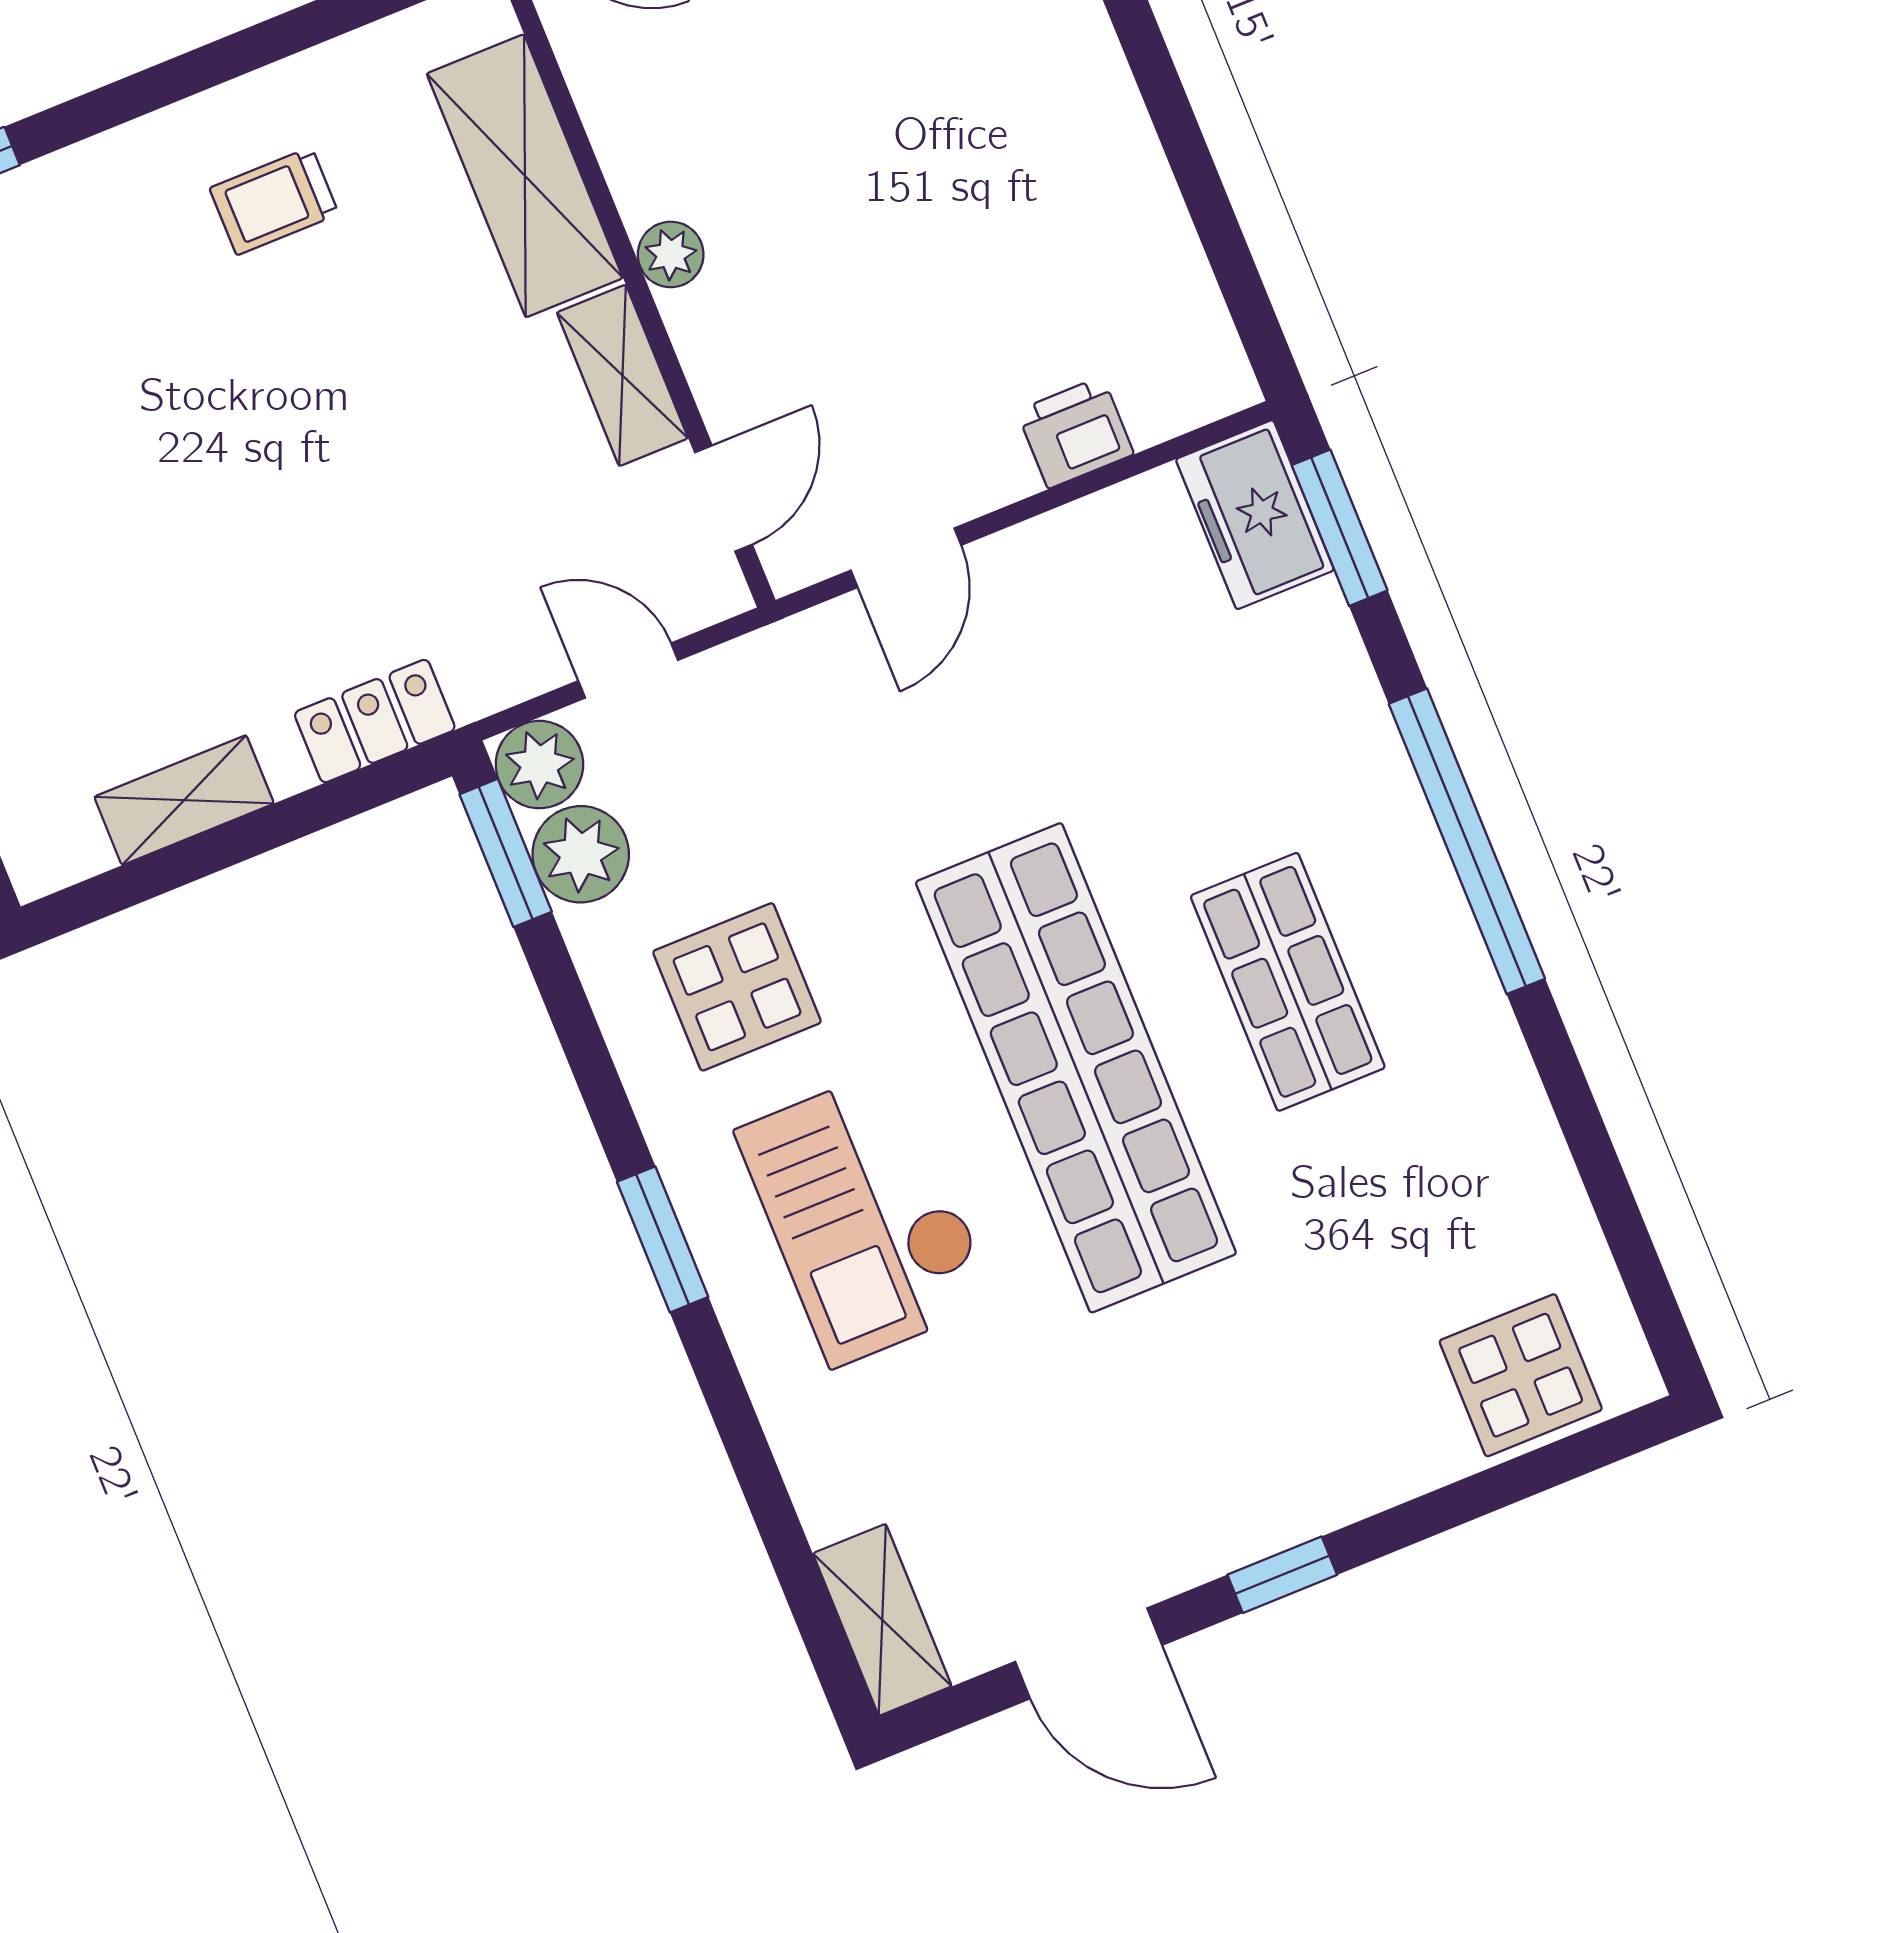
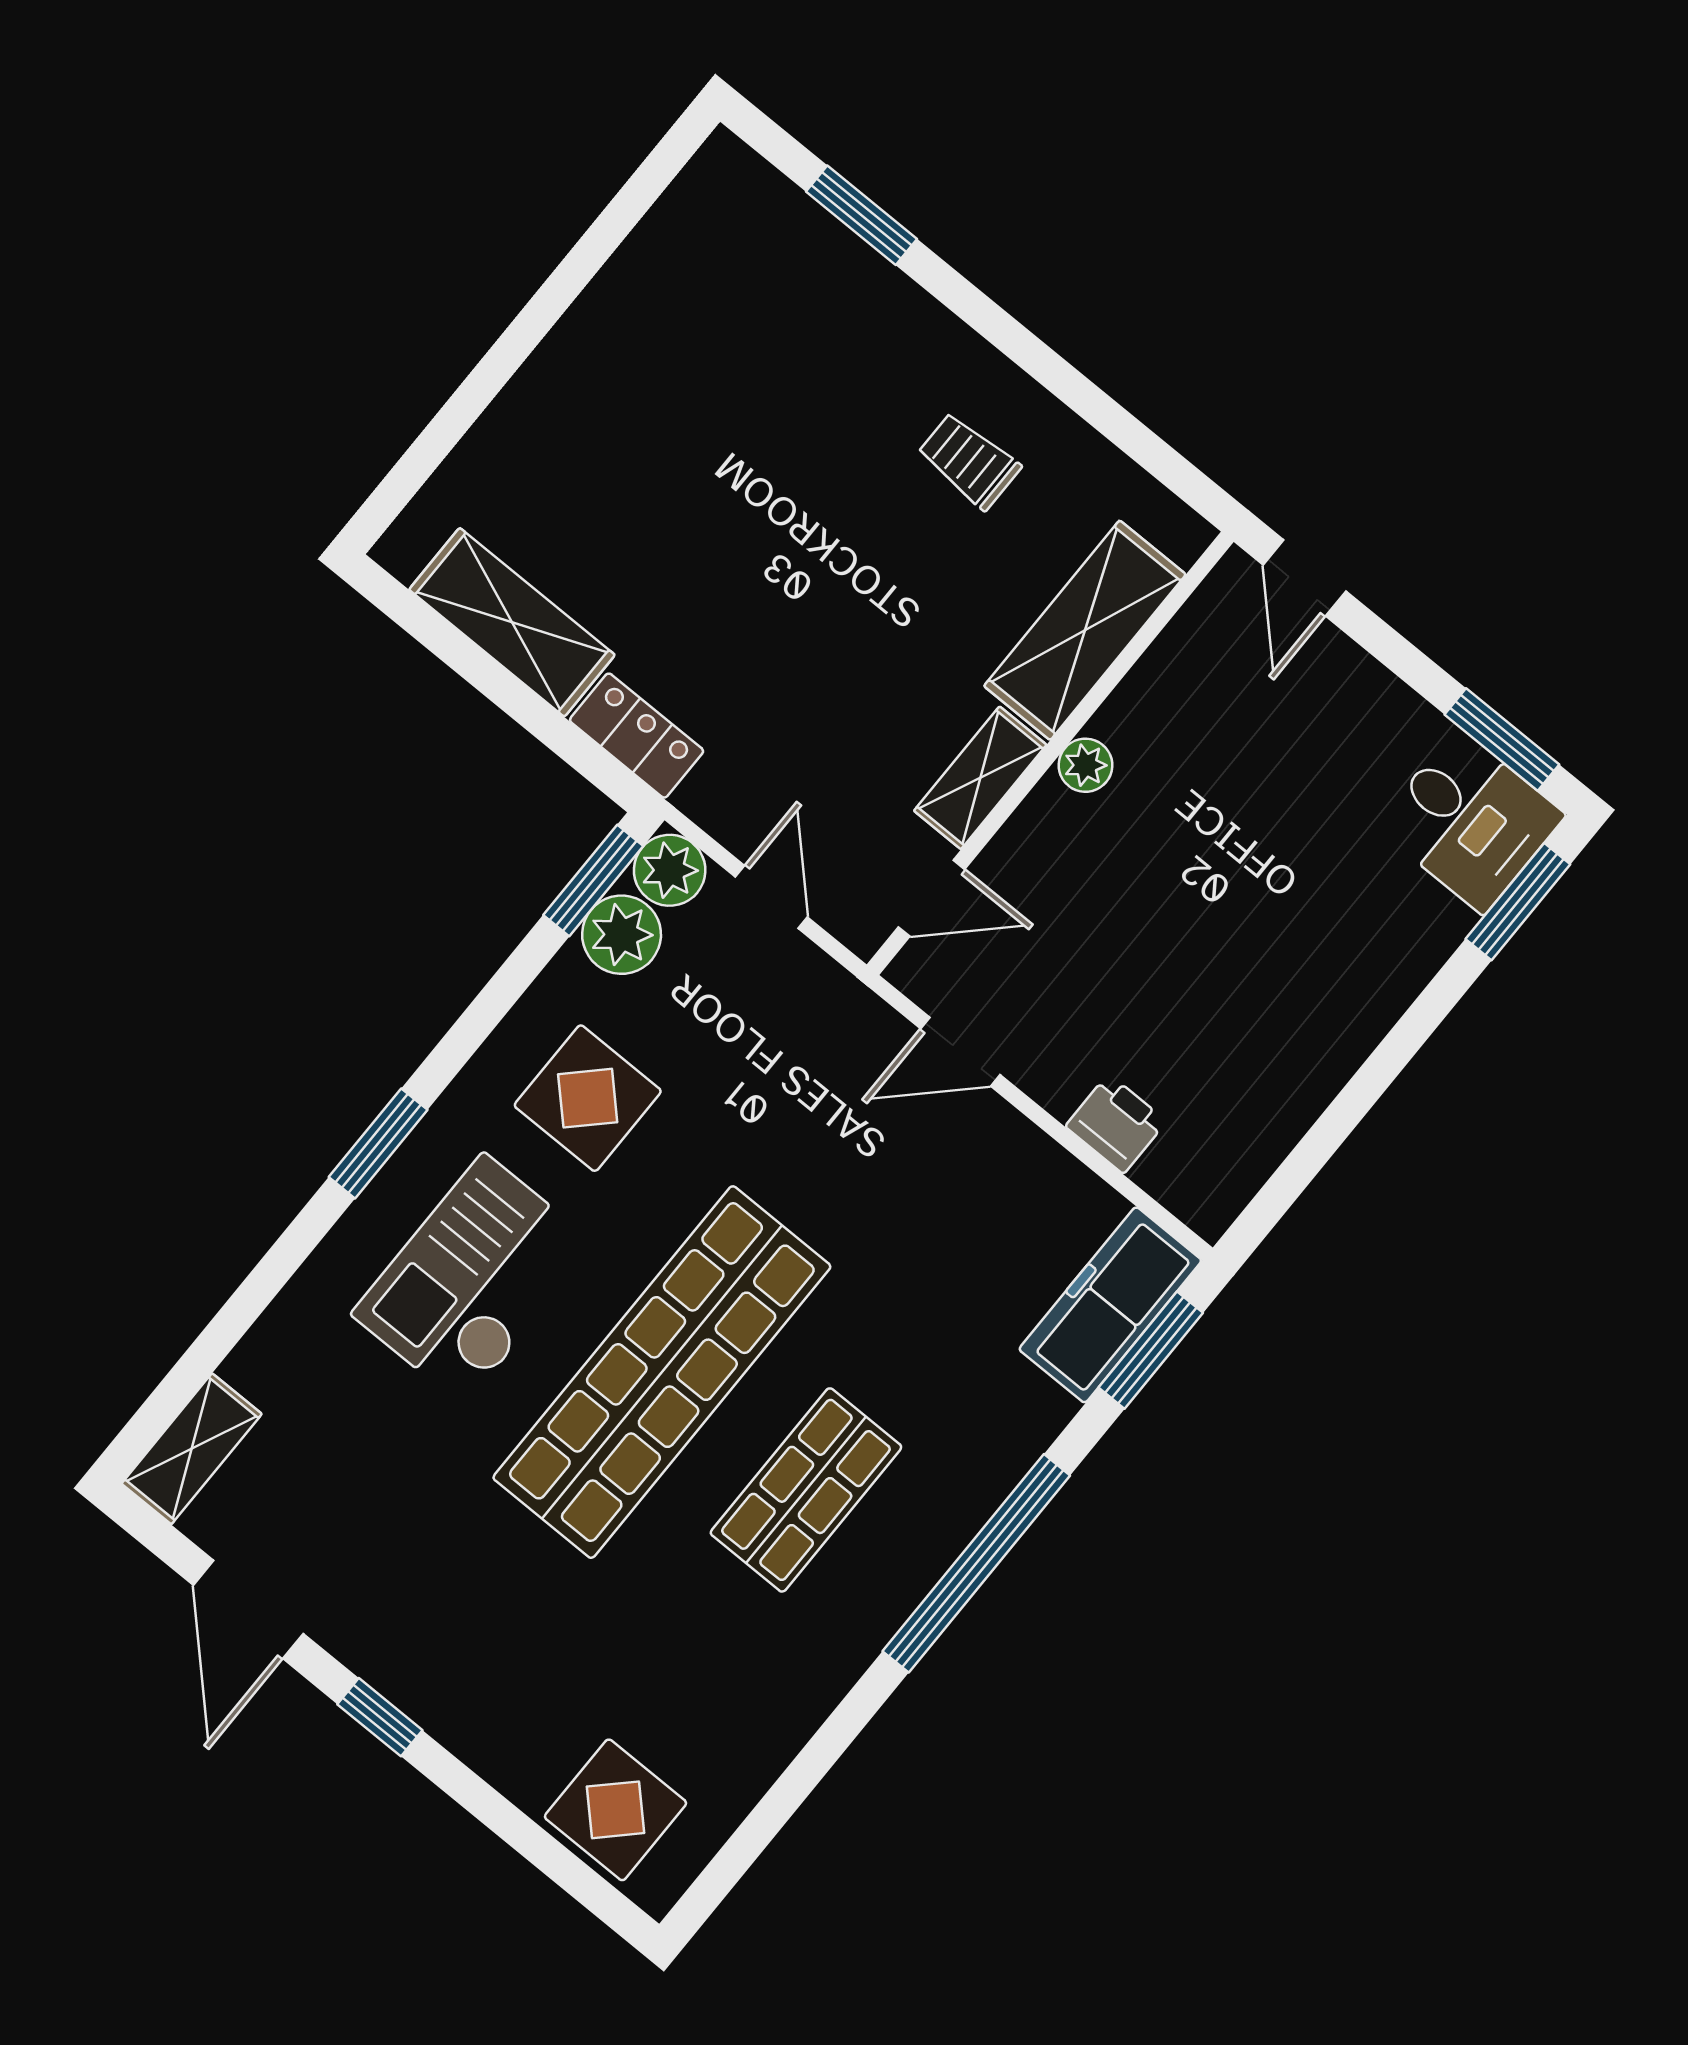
freezer: (1255, 515) -> (1110, 1305), width x1.40
shelving: (184, 800) -> (512, 622), width x1.50, depth x1.33

